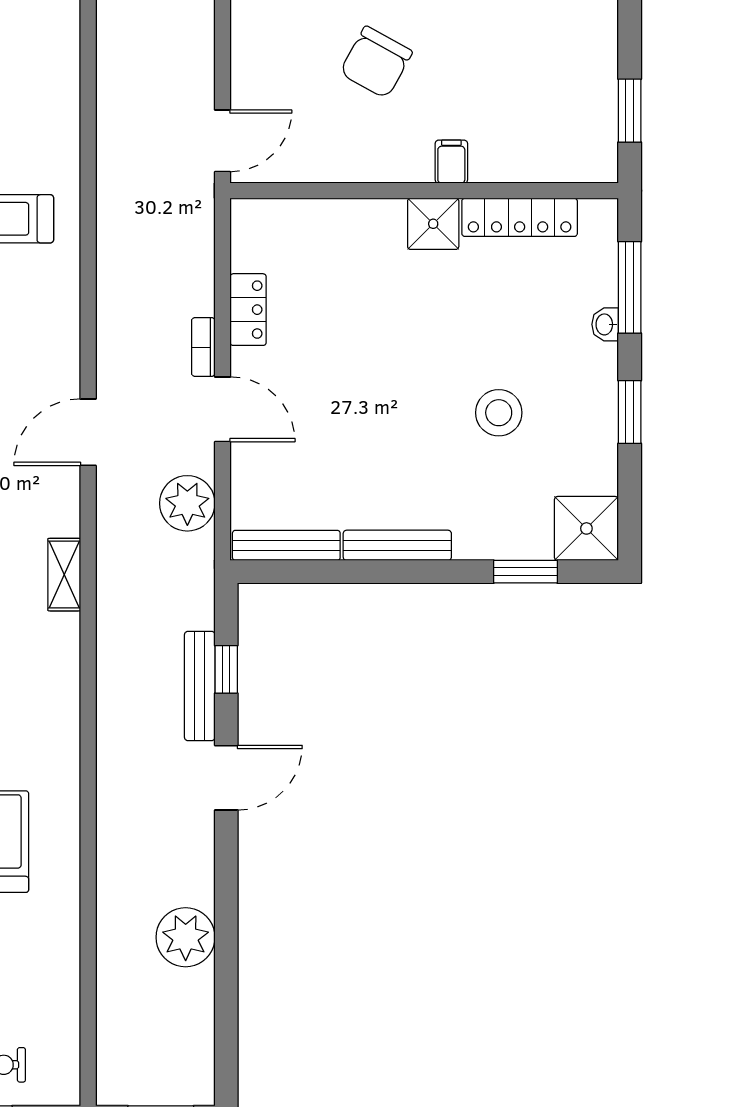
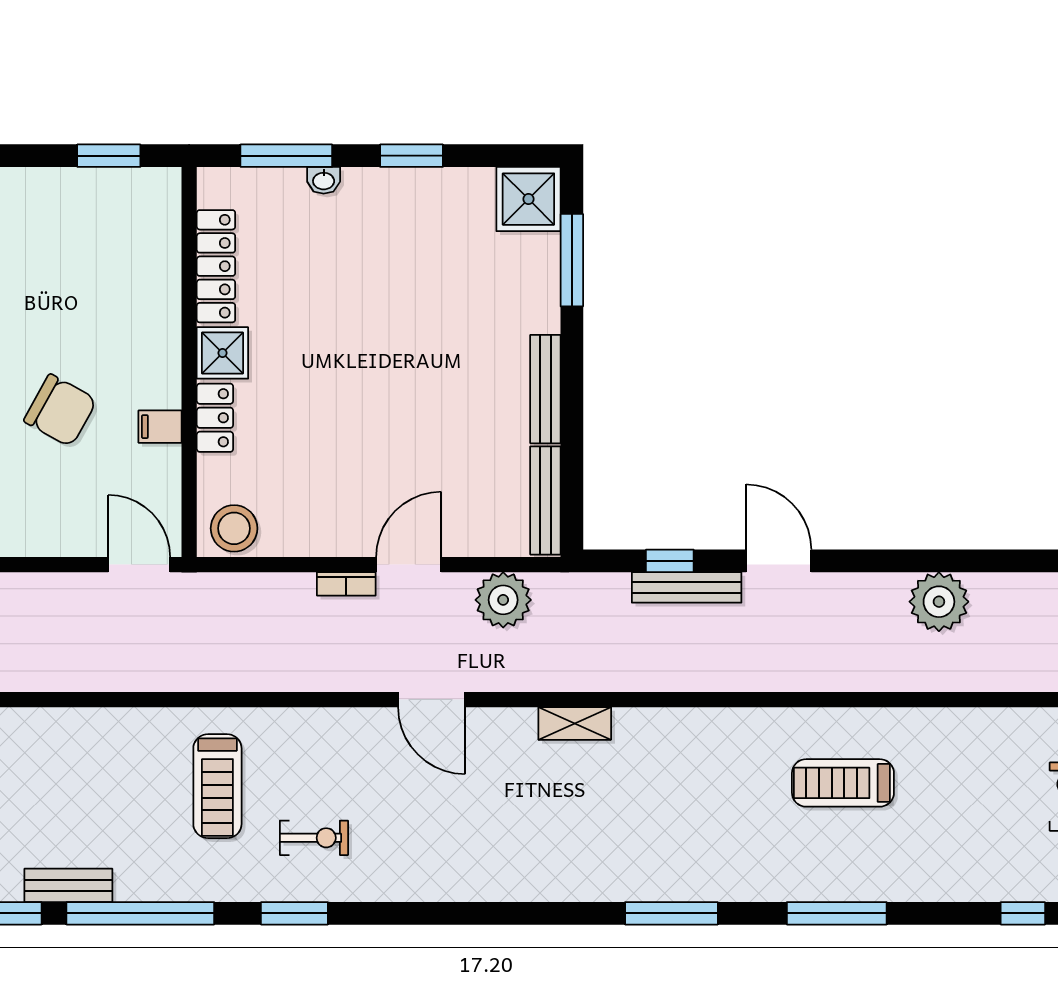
filing cabinet: (451, 162) -> (160, 427), moved
locker: (248, 310) -> (215, 418), moved, turned 90
stool: (499, 413) -> (234, 528), moved
window: (526, 572) -> (572, 260), width x1.44

